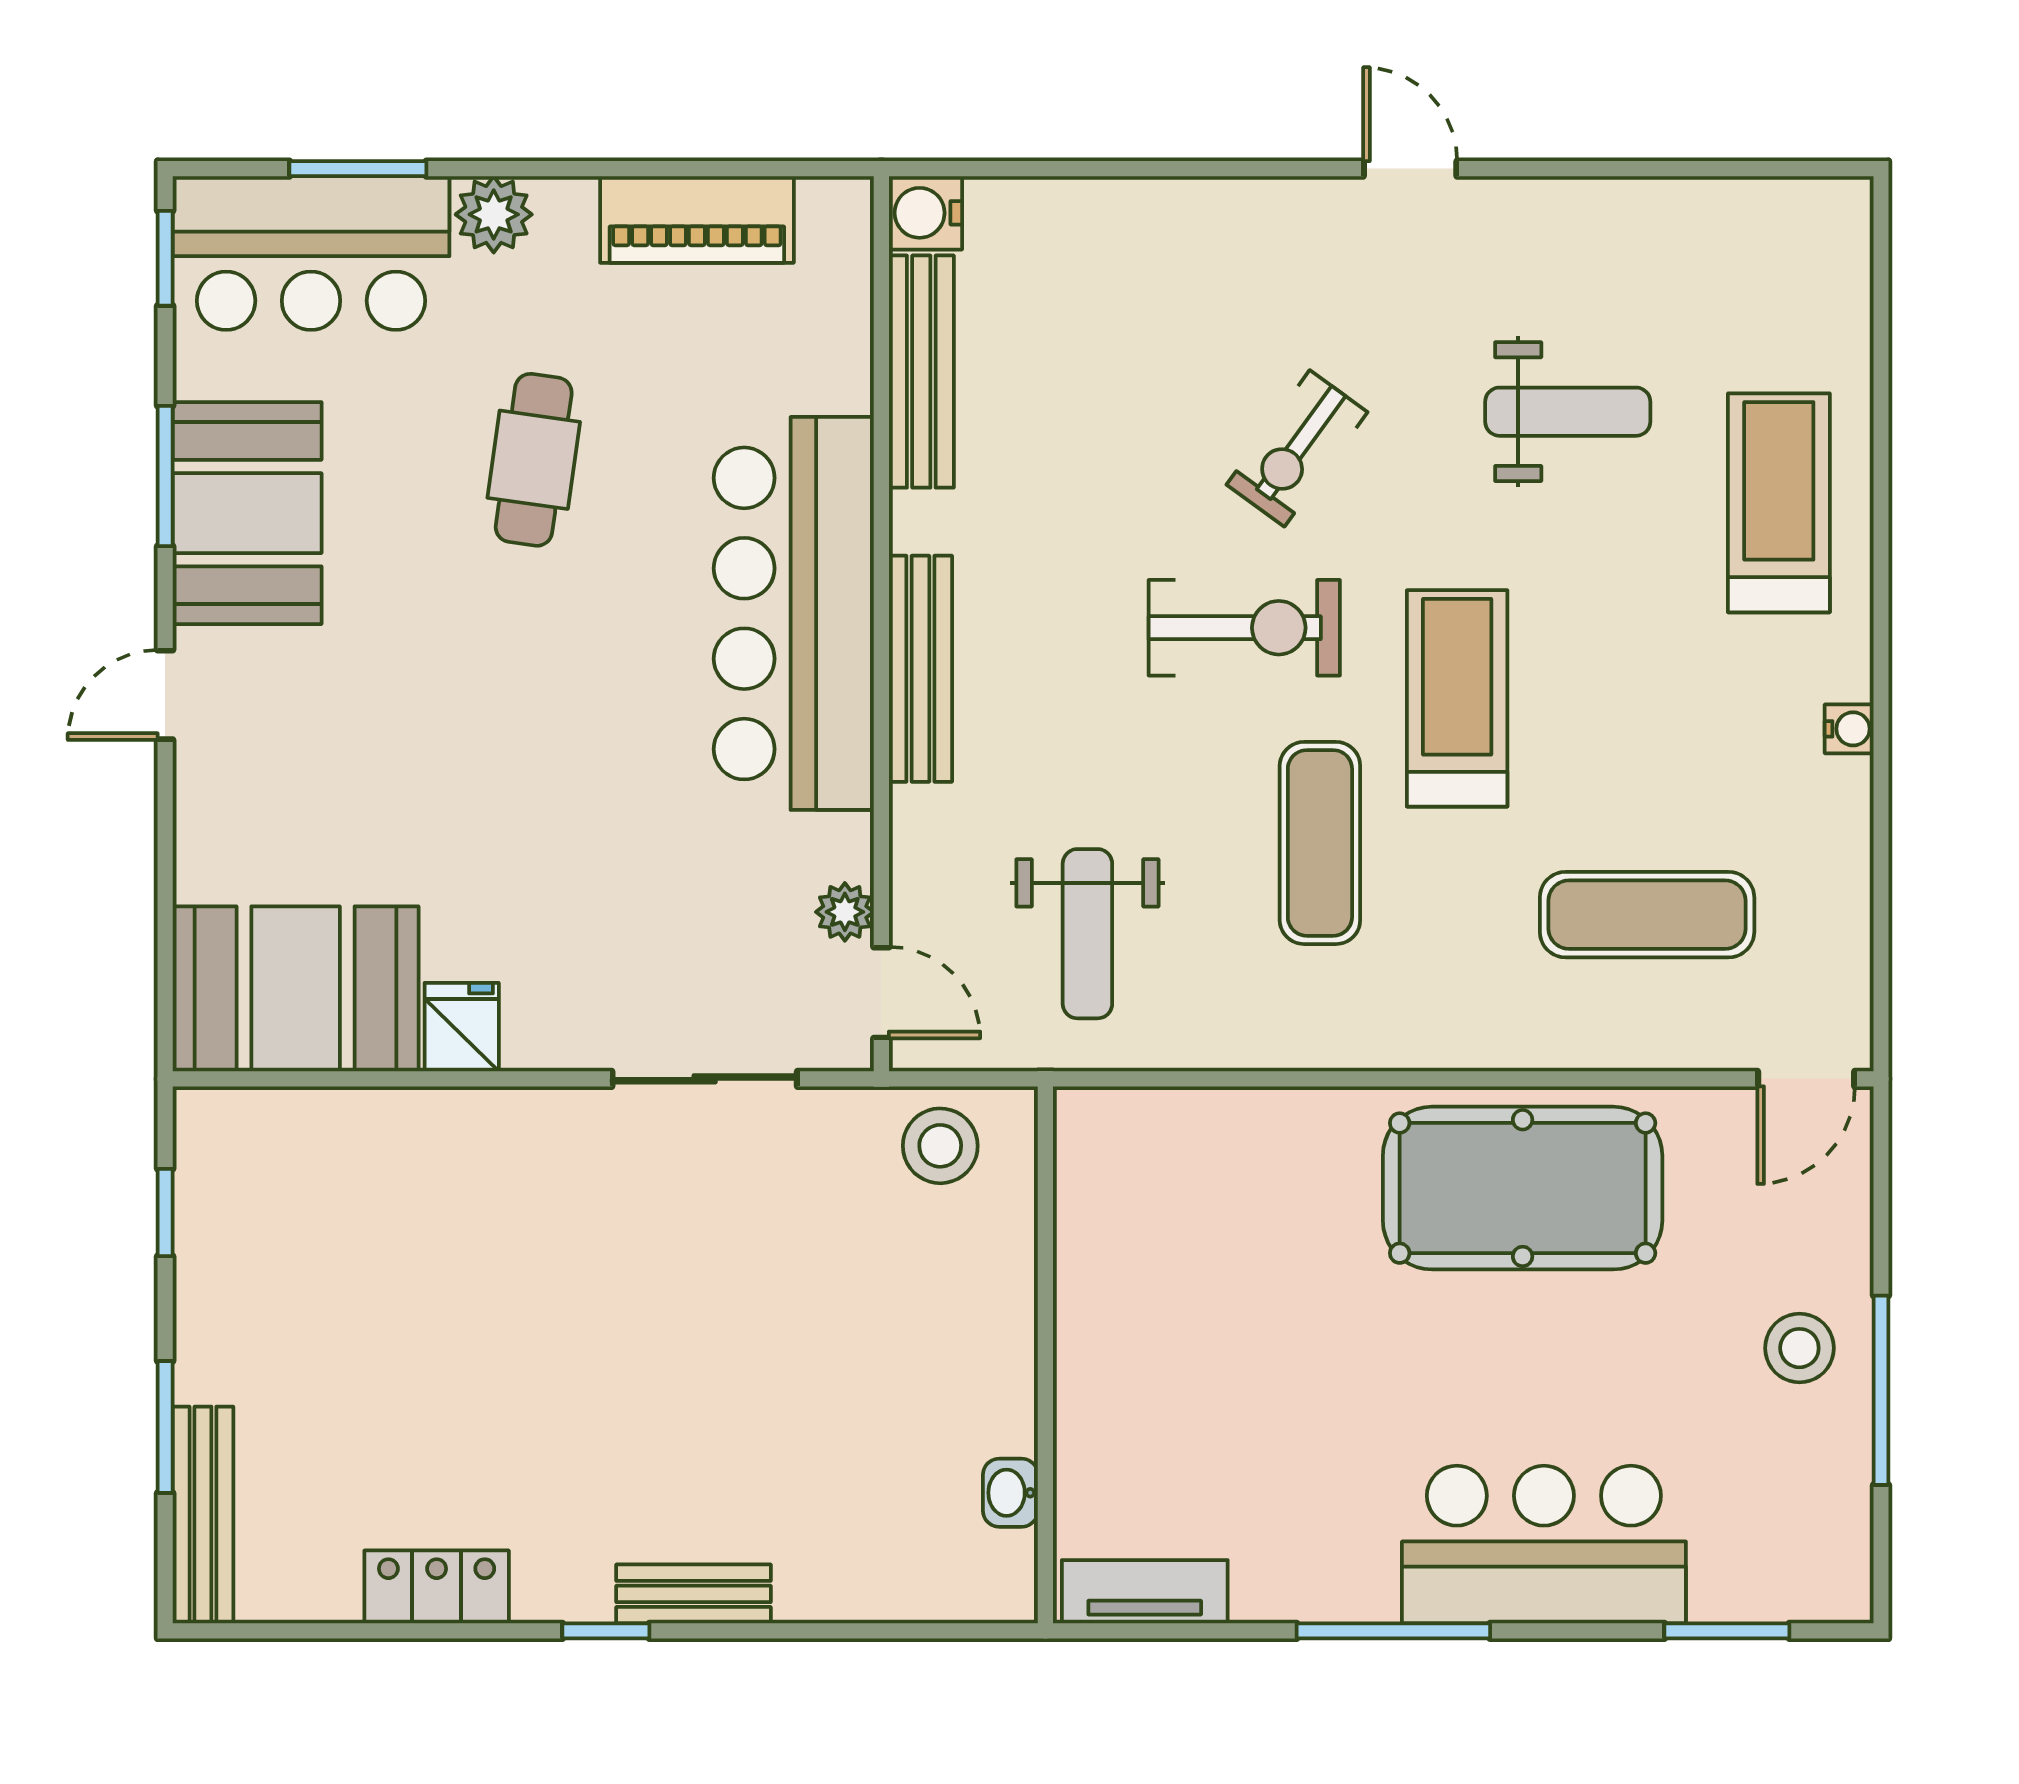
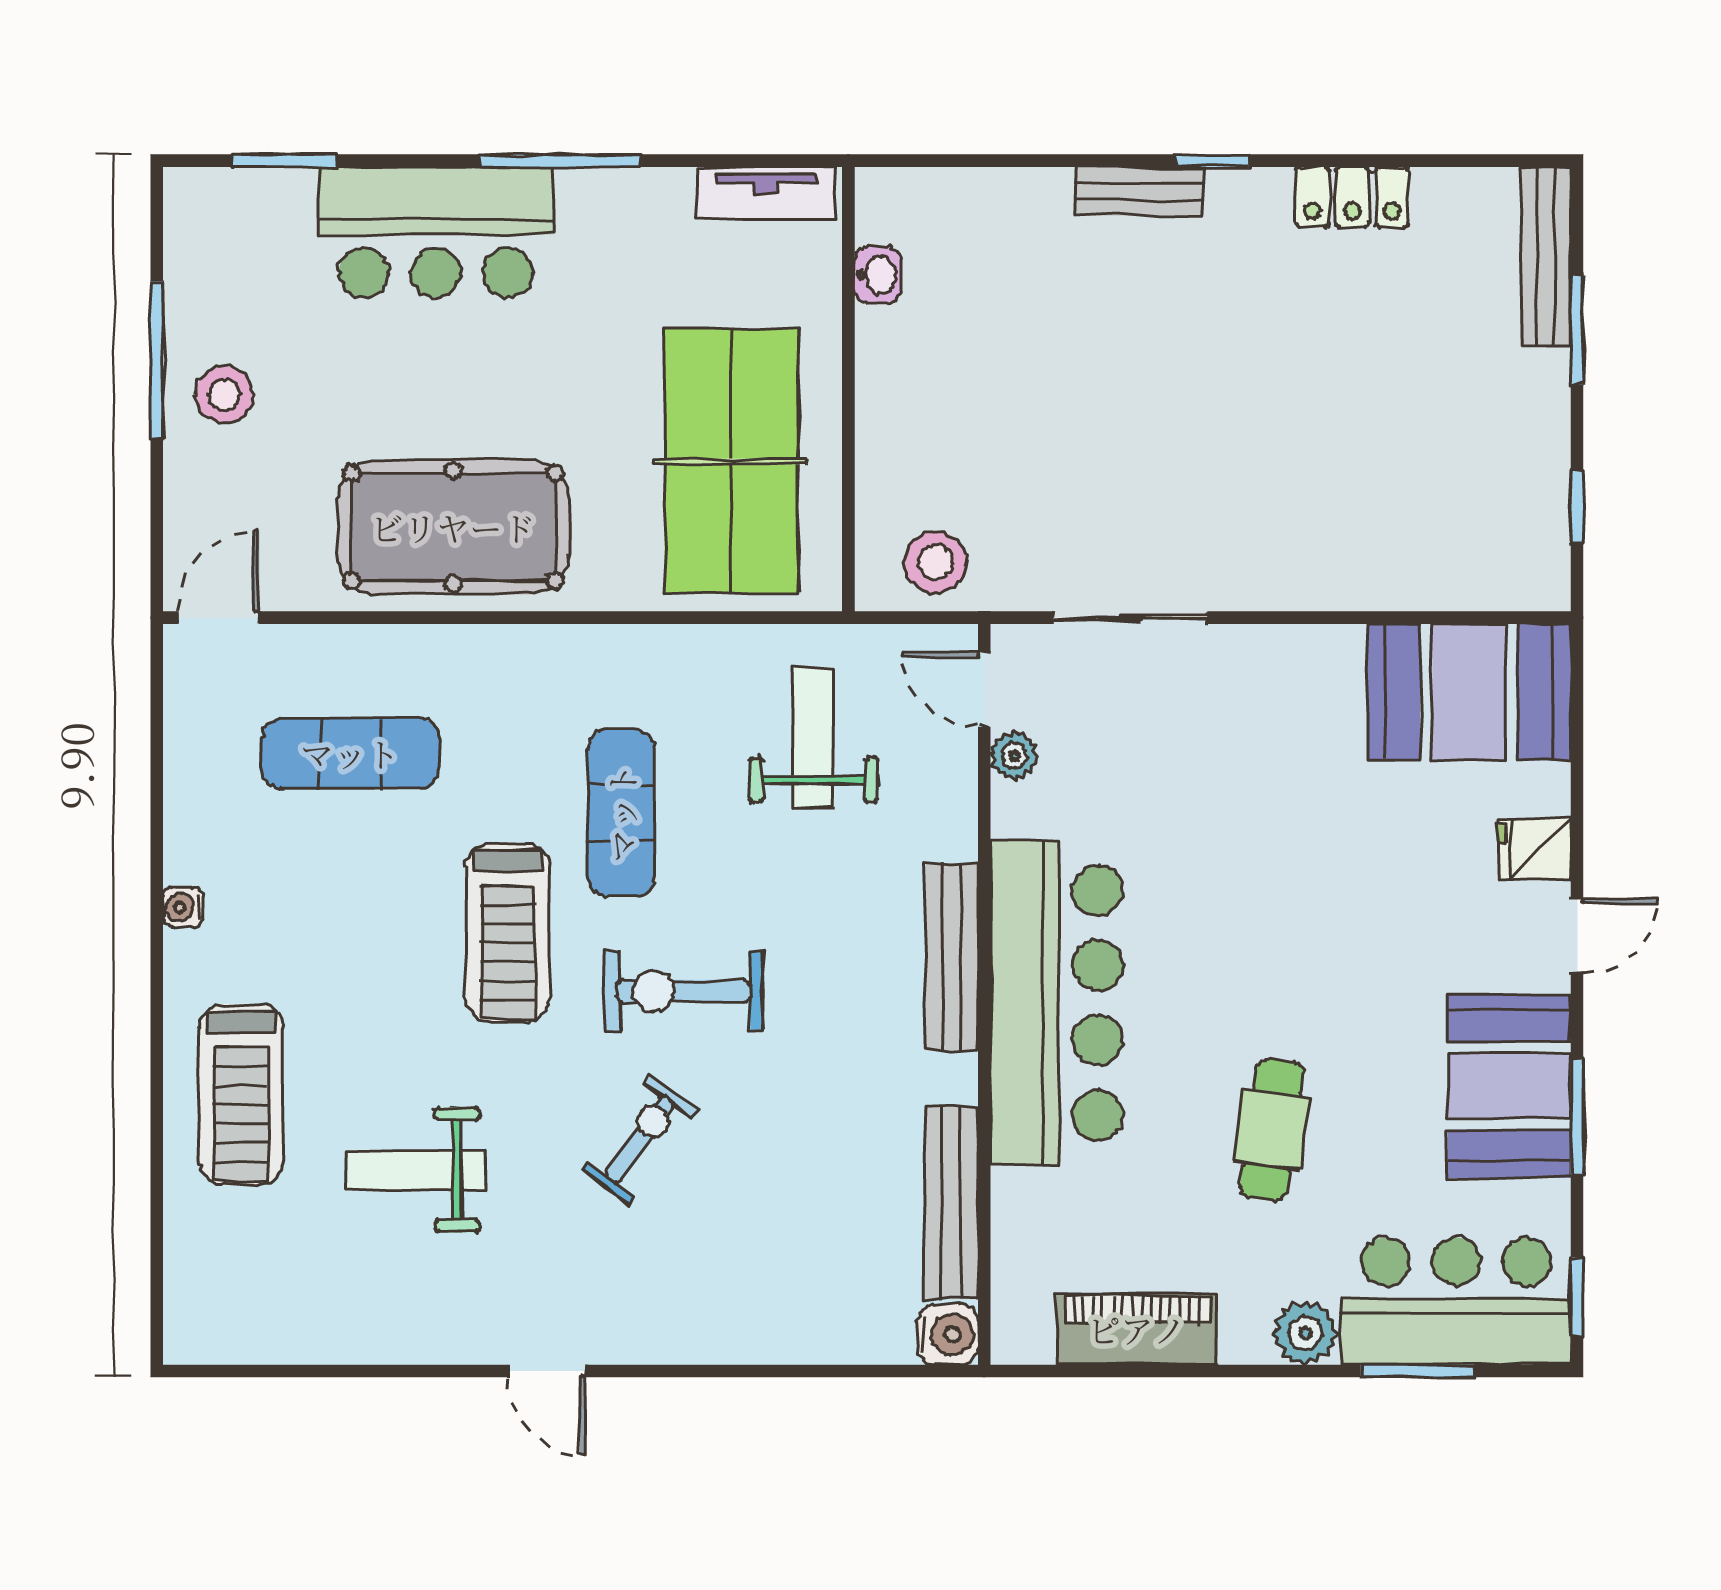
fridge: (462, 1027) -> (1534, 849), moved, turned 90
table tennis table: (1187, 1268) -> (731, 461), added

